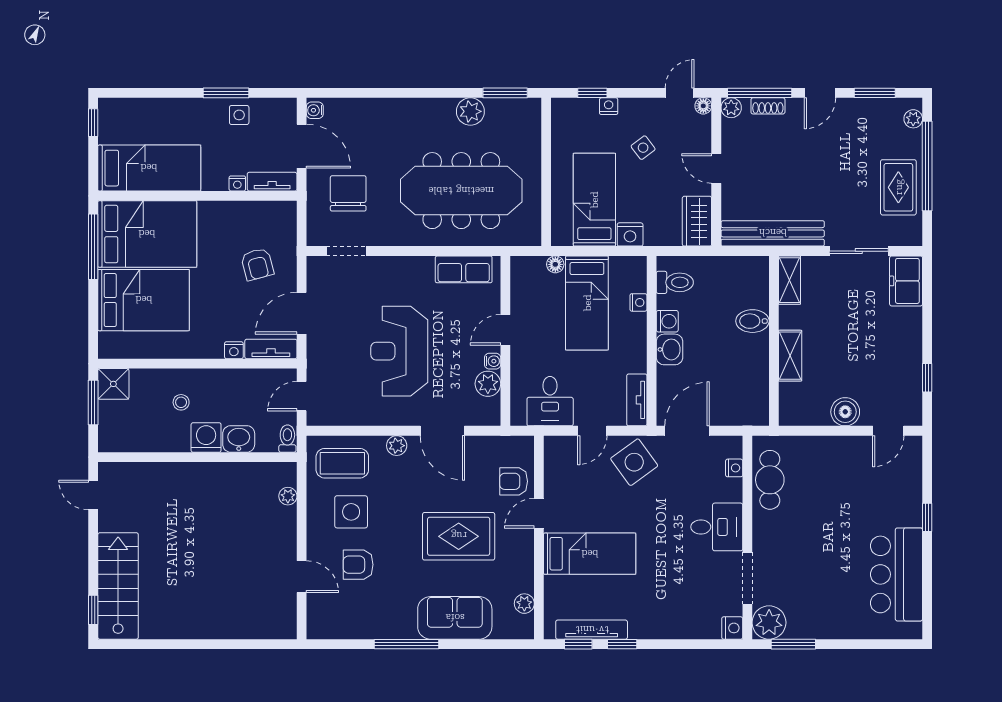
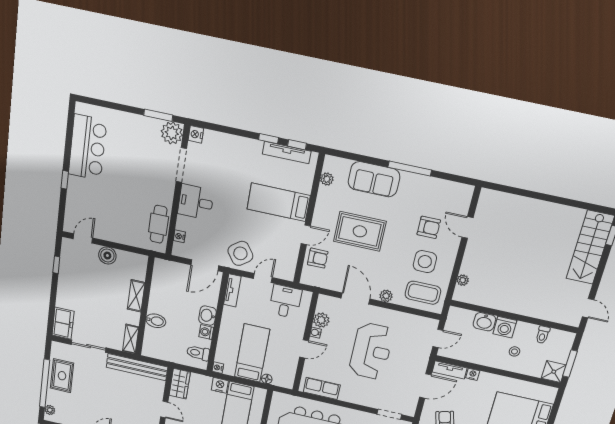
nightstand: (638, 302) -> (218, 368), moved
toilet: (287, 439) -> (543, 335), moved

